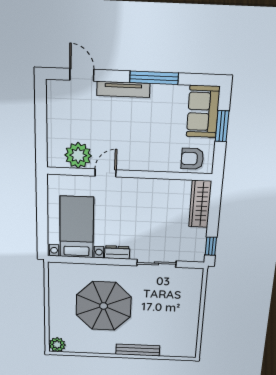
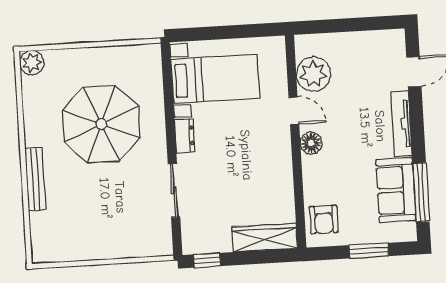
window: (154, 78) -> (421, 192), moved
sofa: (203, 112) -> (396, 190), moved, turned -90
armchair: (192, 159) -> (324, 219), turned 180
floor lamp: (132, 162) -> (311, 143), added

